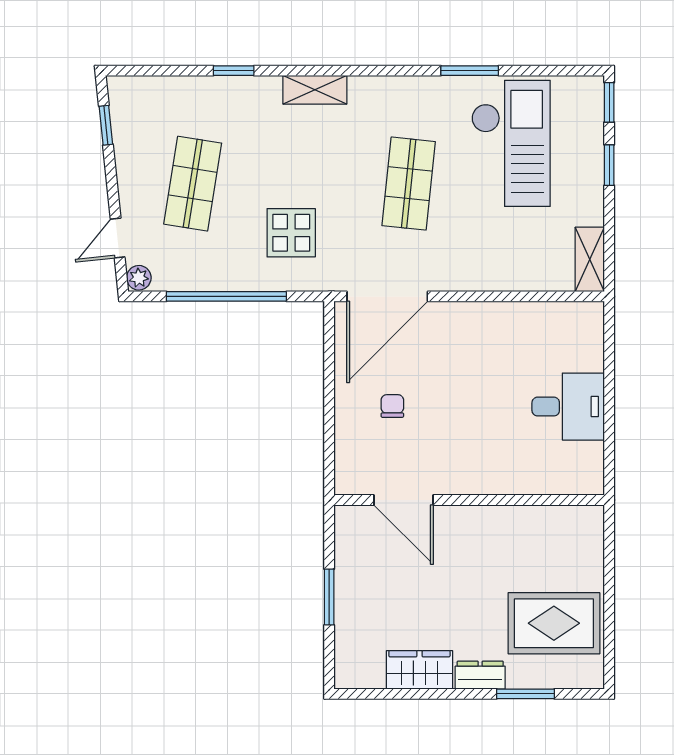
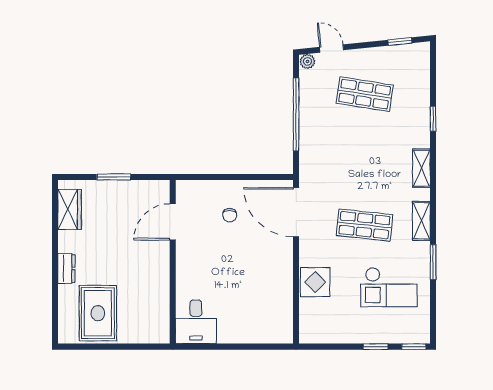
checkout: (511, 143) -> (389, 287), width x0.73, depth x0.83
display table: (291, 233) -> (315, 282), moved
shelving: (590, 259) -> (421, 221), moved, turned 90
chair: (392, 406) -> (230, 215), turned 90
desk: (568, 407) -> (196, 322), moved
wardrobe: (419, 670) -> (70, 209), moved
window: (525, 694) -> (55, 296), removed

